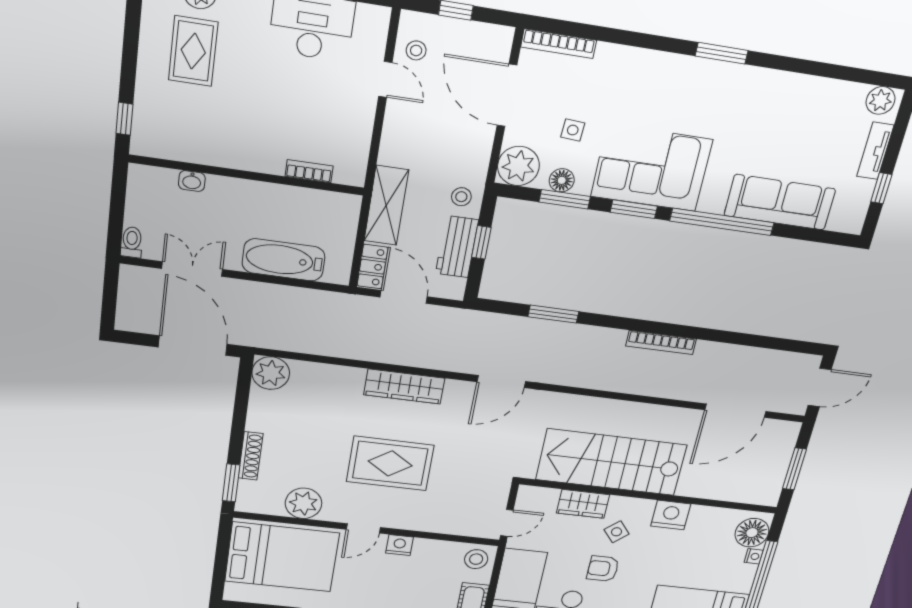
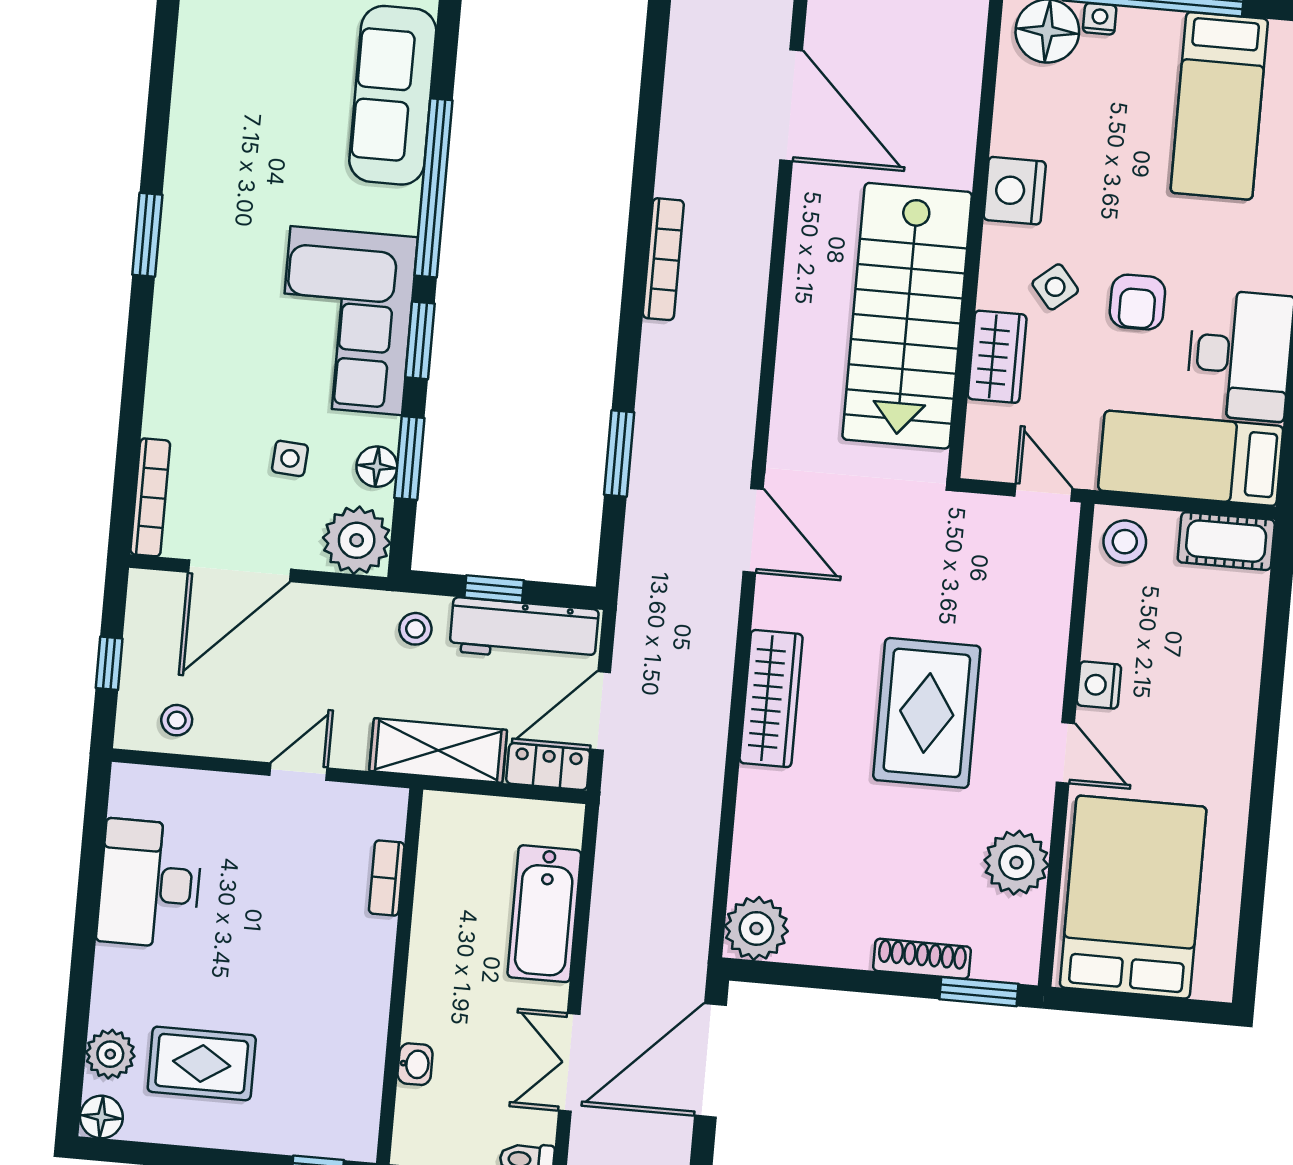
door: (385, 79) -> (299, 772), moved
workbench: (457, 247) -> (524, 630), width x1.38

